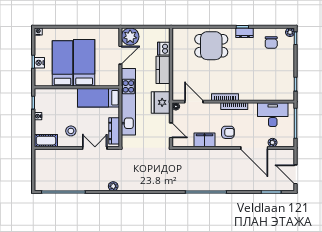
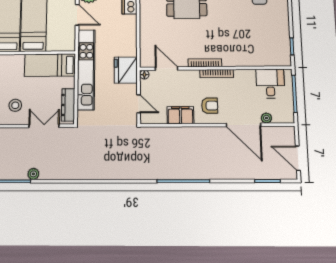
door: (120, 55) -> (77, 15), hinge flipped
kitchen counter: (163, 70) -> (128, 31), removed
desk: (273, 115) -> (270, 83), width x0.73
plant: (113, 186) -> (33, 174), moved

